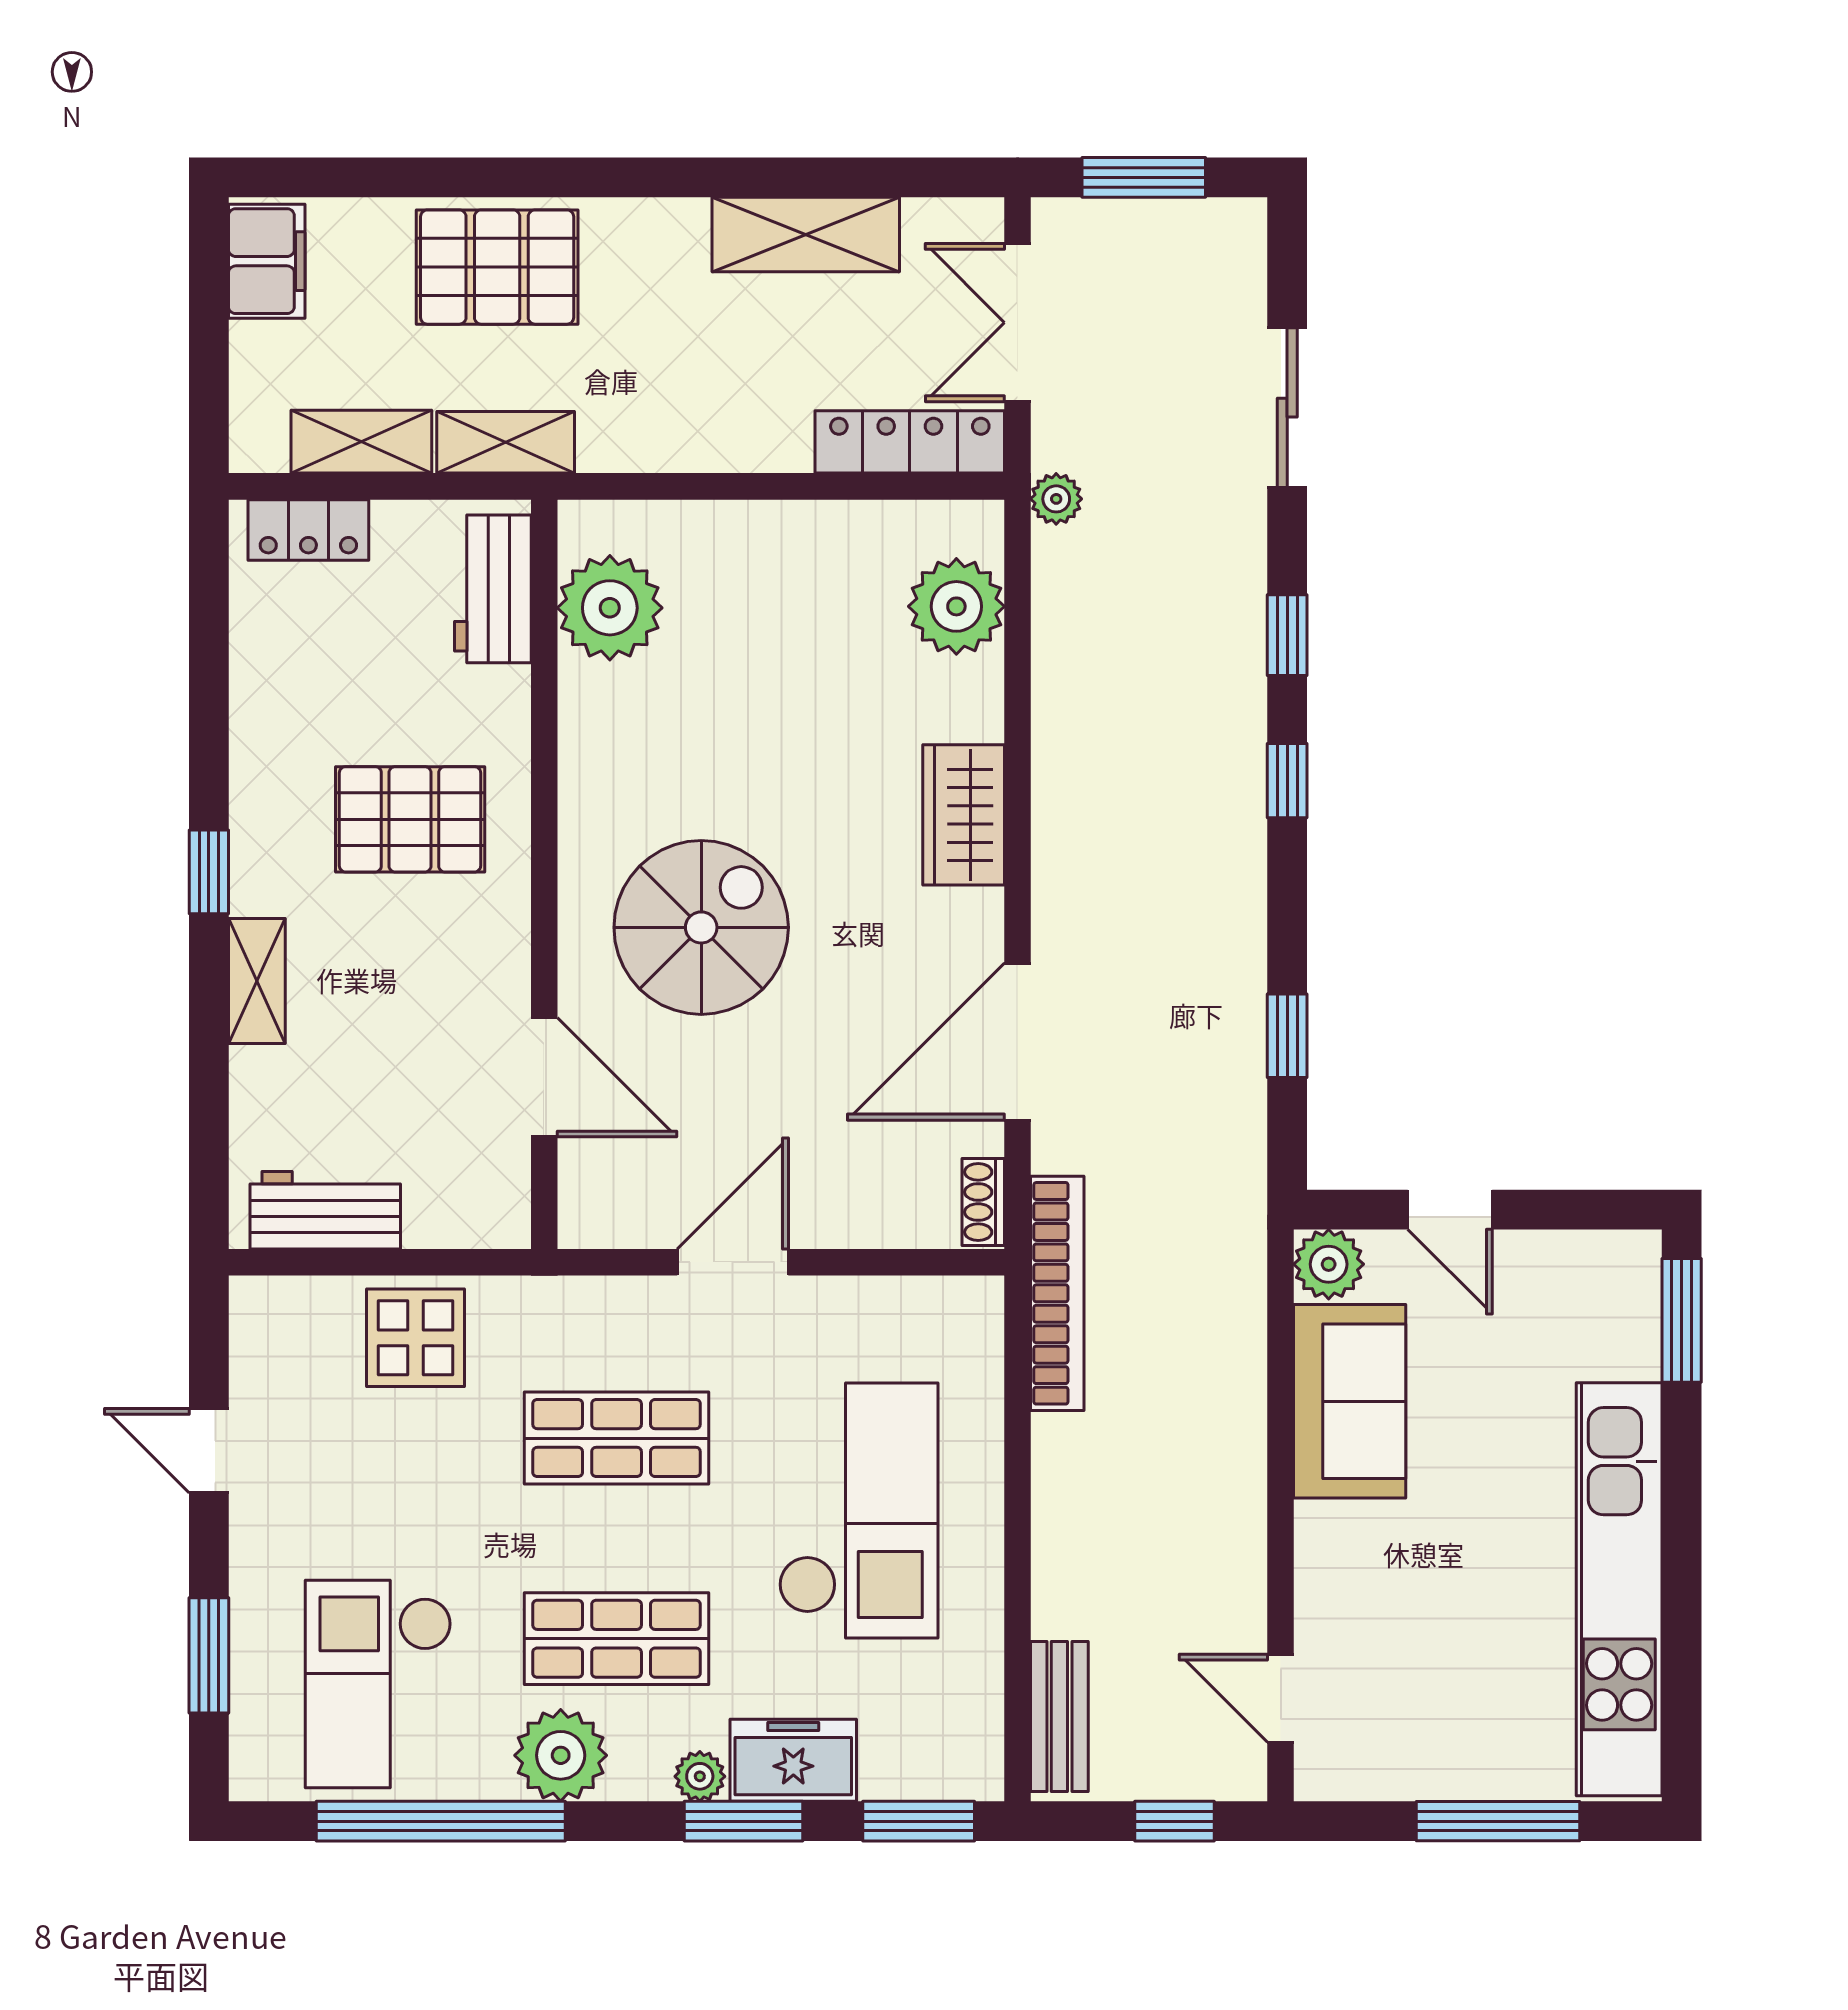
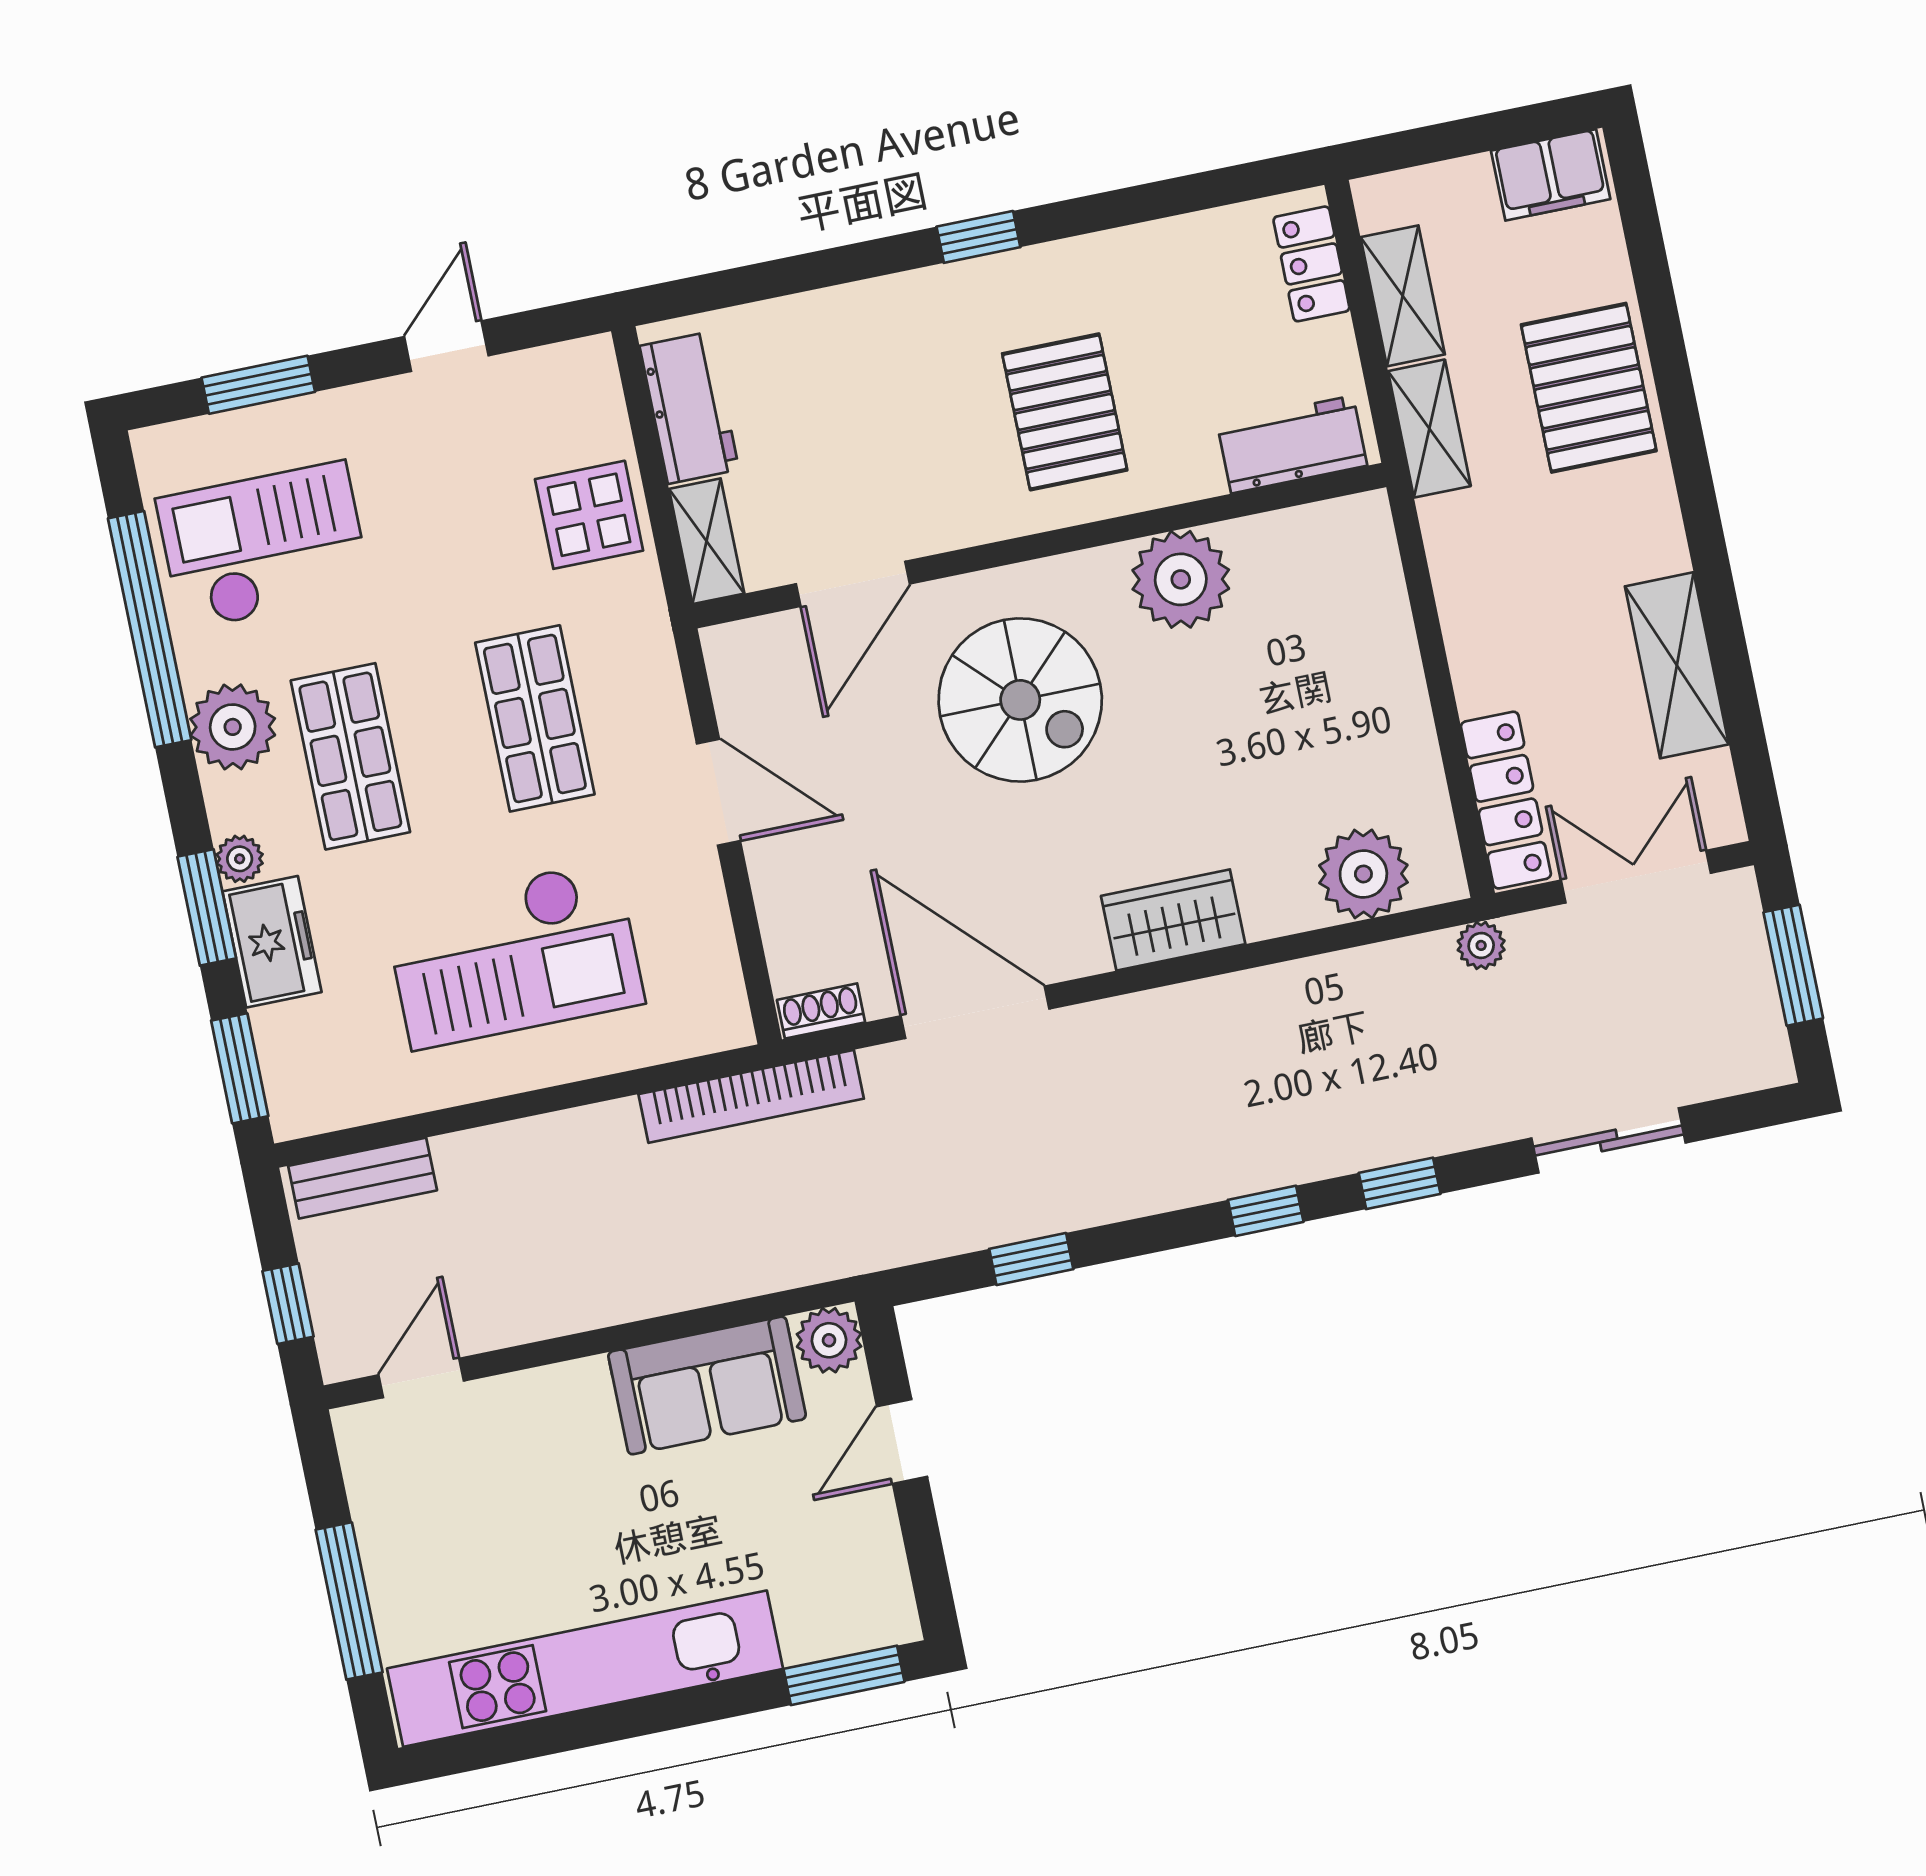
plant: (610, 608) -> (1181, 579), moved
shelving: (257, 981) -> (707, 541), moved, turned 90

